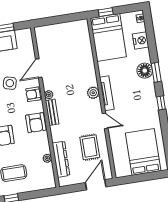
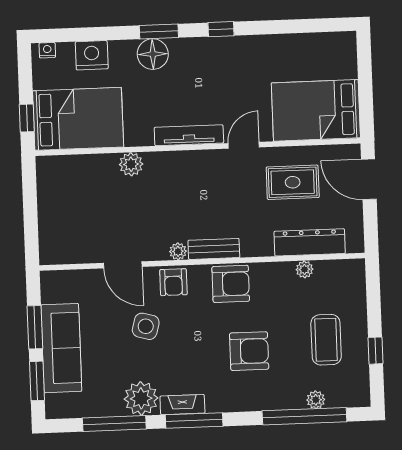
plant: (93, 93) -> (131, 164), moved
bed: (143, 152) -> (316, 110), moved

